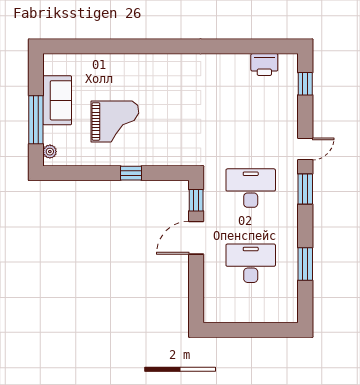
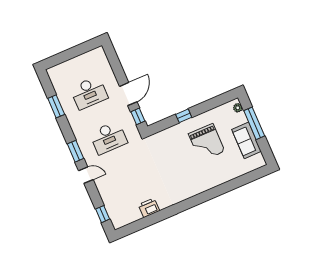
printer: (264, 64) -> (149, 208), moved
grand piano: (115, 121) -> (207, 143), turned -90
door: (305, 149) -> (86, 175), swing flipped

